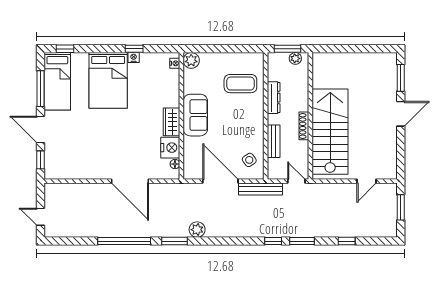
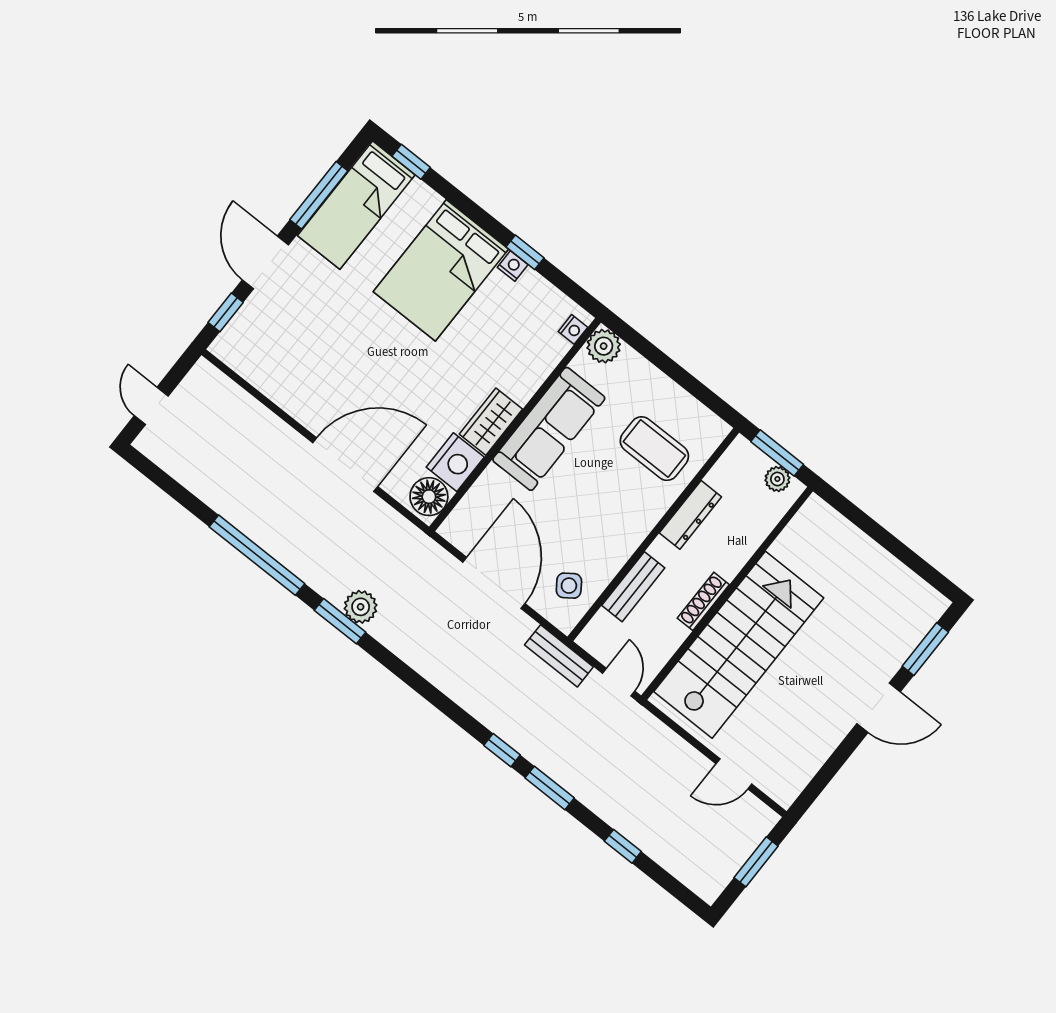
sofa: (195, 115) -> (549, 429), width x1.36
floor lamp: (175, 164) -> (429, 497), width x1.89, depth x1.89
door: (130, 181) -> (345, 465), swing flipped
bench: (261, 189) -> (559, 656), width x0.73
plant: (197, 230) -> (361, 607), moved

